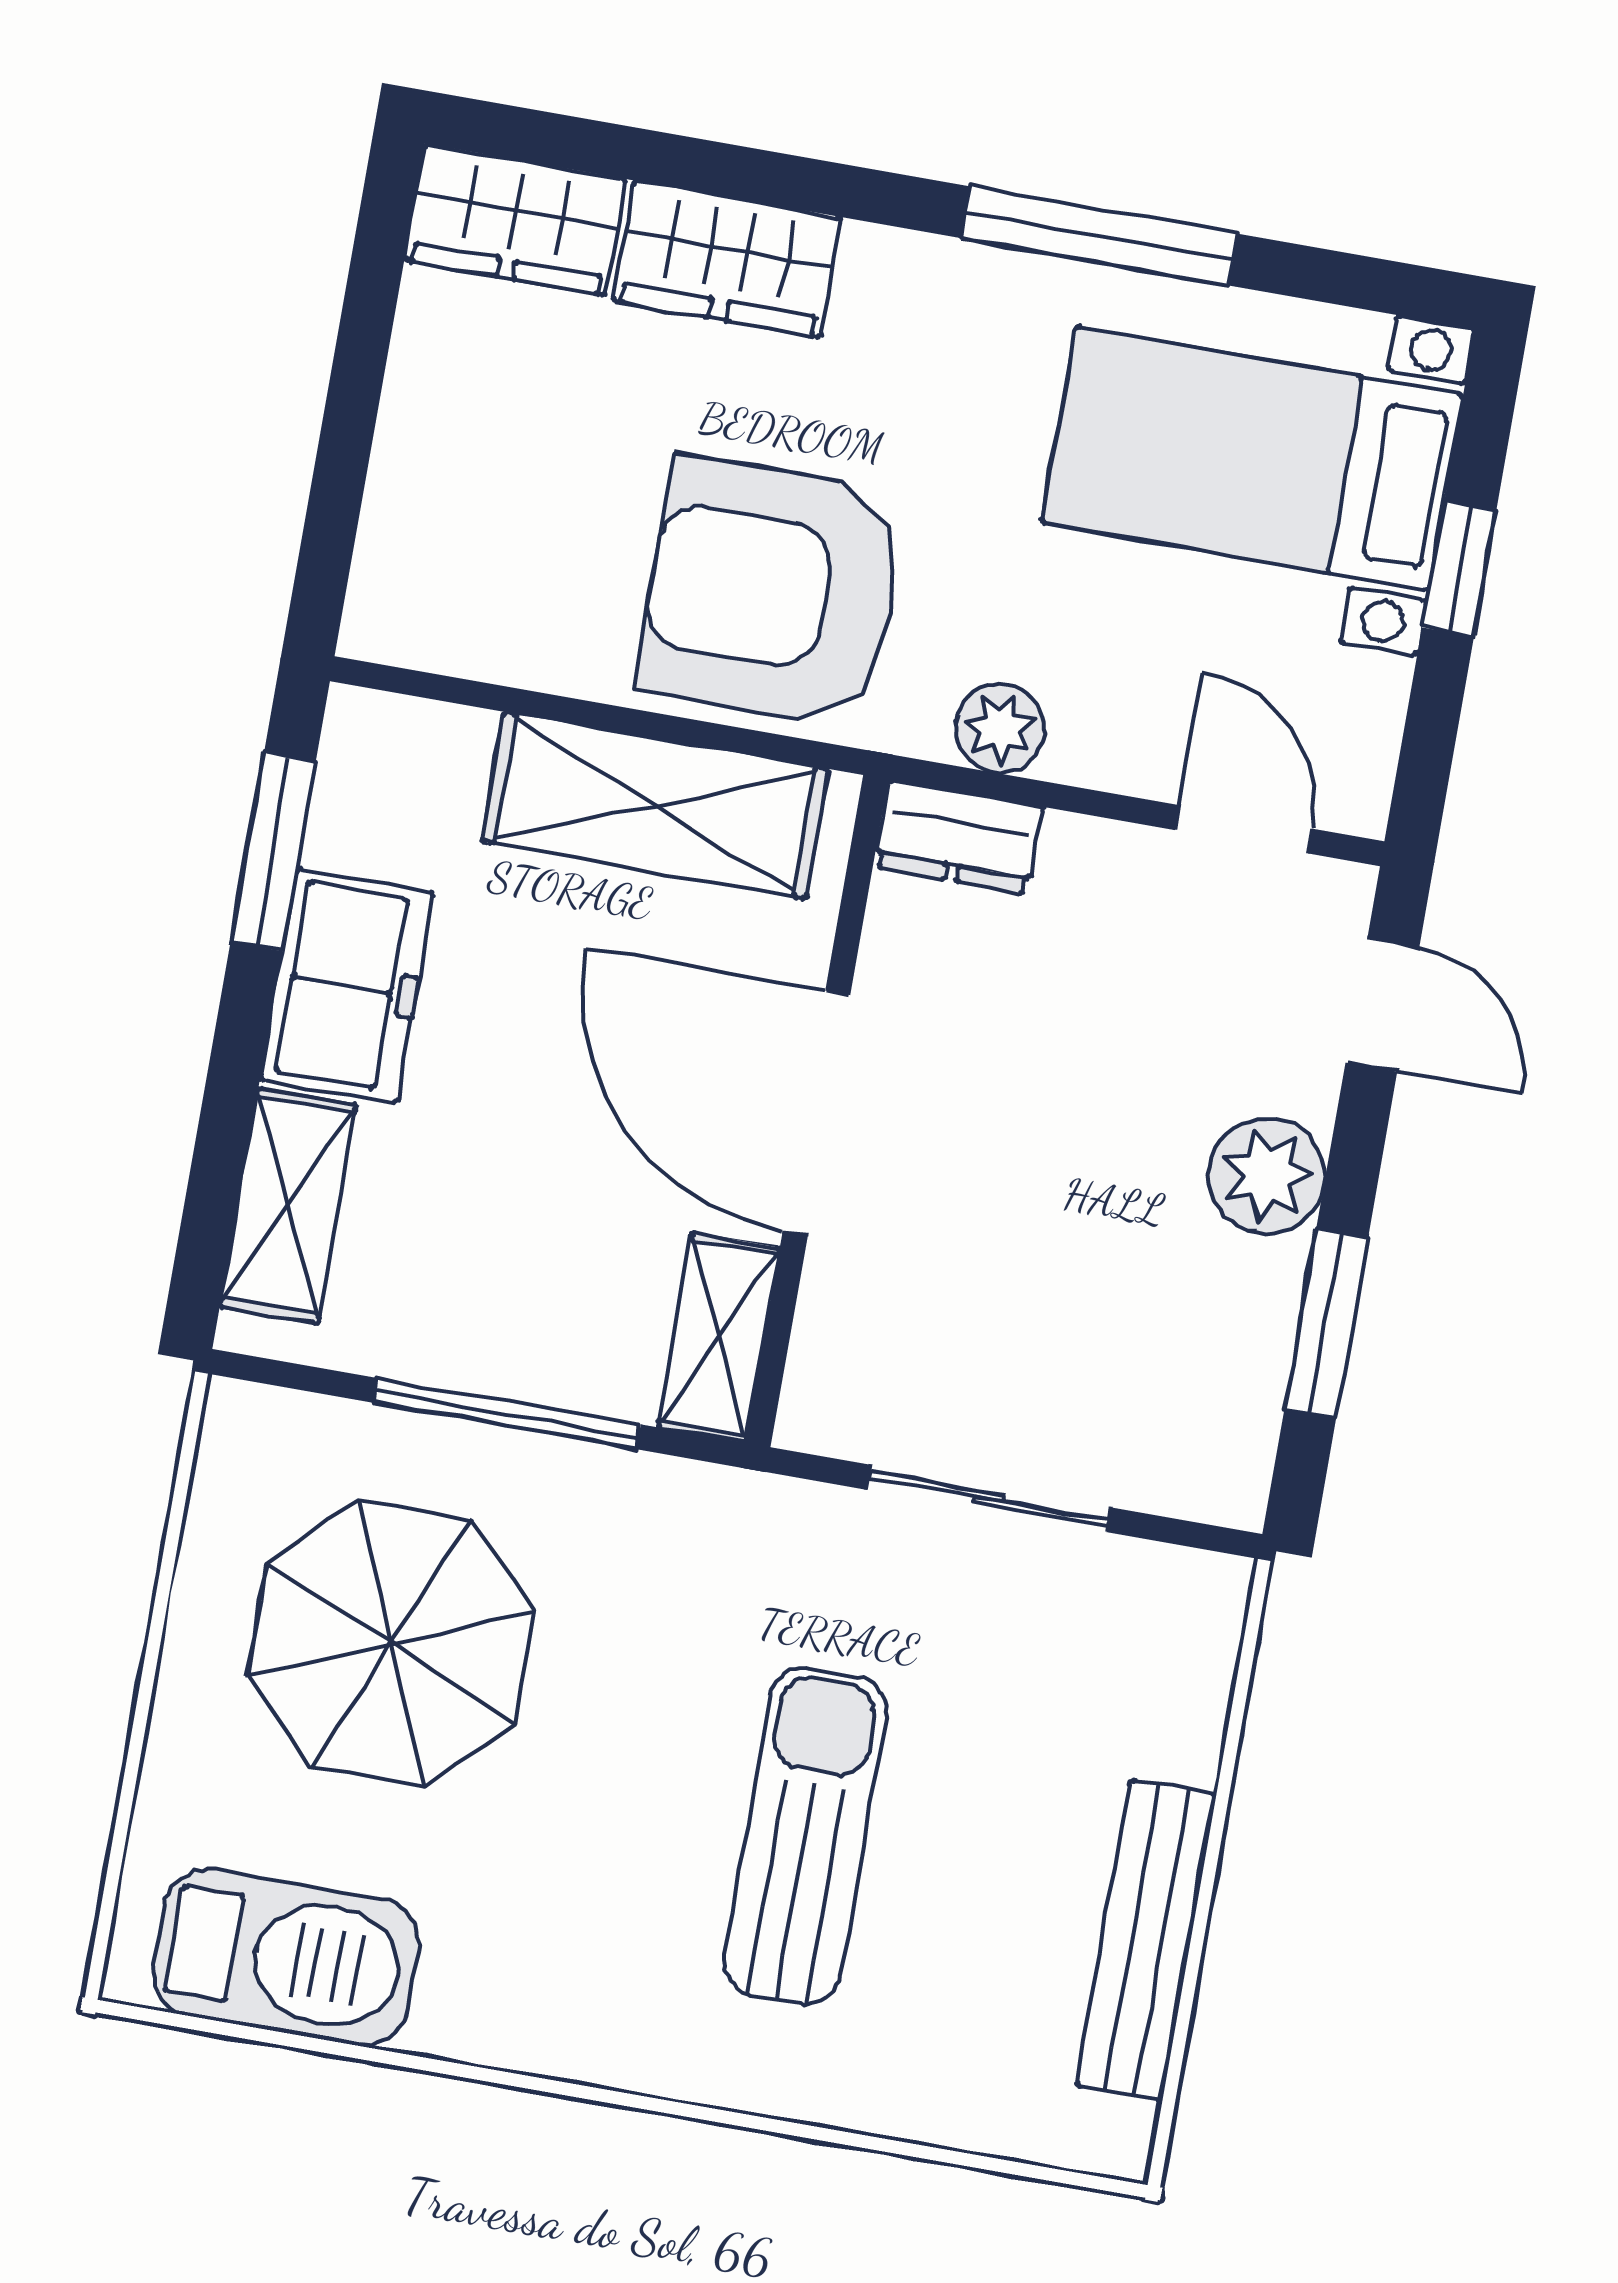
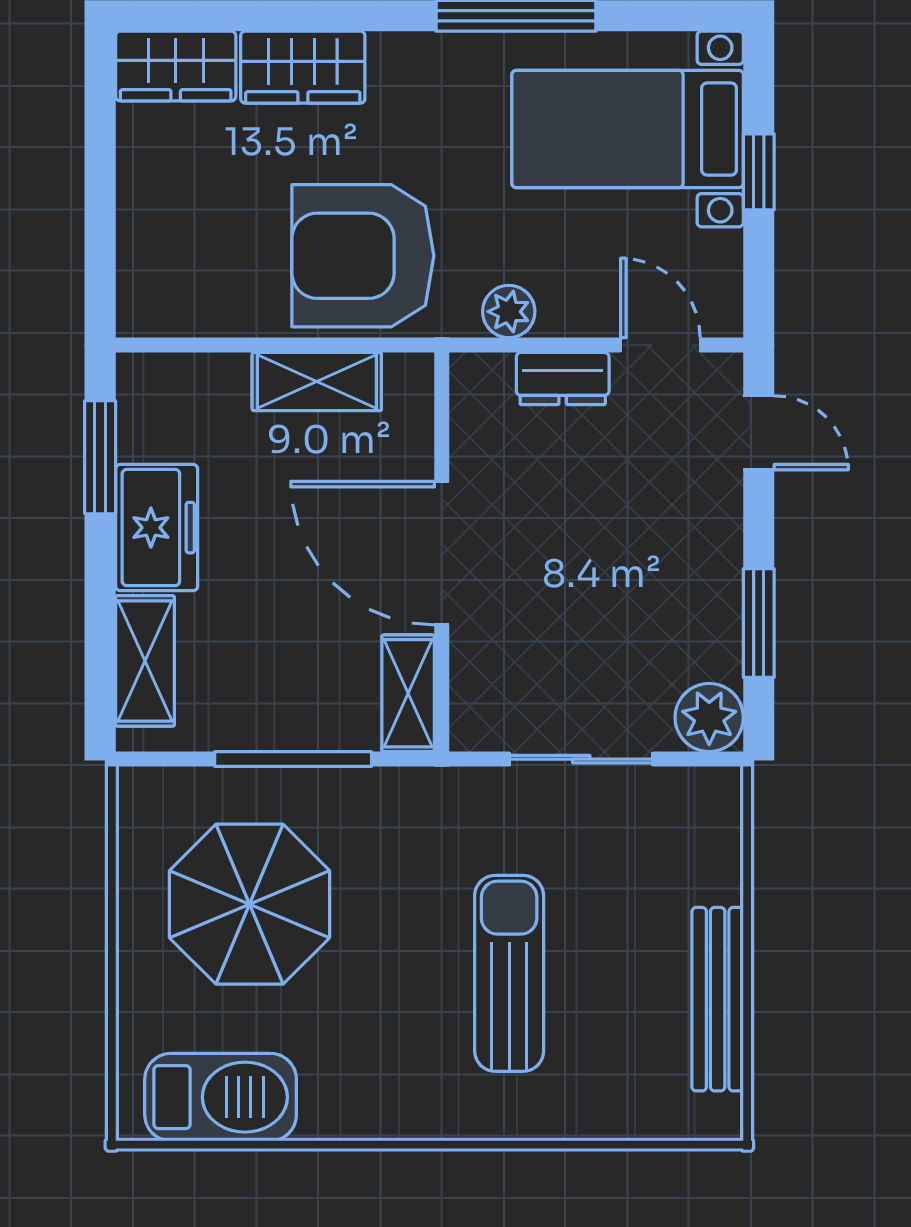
shelving: (655, 805) -> (317, 382), width x0.67, depth x0.75
dresser: (958, 837) -> (563, 379), moved
plant: (1267, 1176) -> (709, 717), moved

